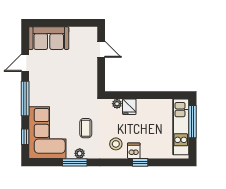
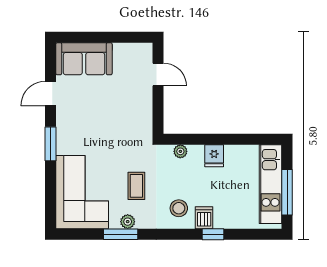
window: (25, 98) -> (51, 144), width x0.69
fridge: (129, 107) -> (214, 156), moved
window: (192, 122) -> (287, 192), moved
window: (25, 137) -> (51, 198), removed

